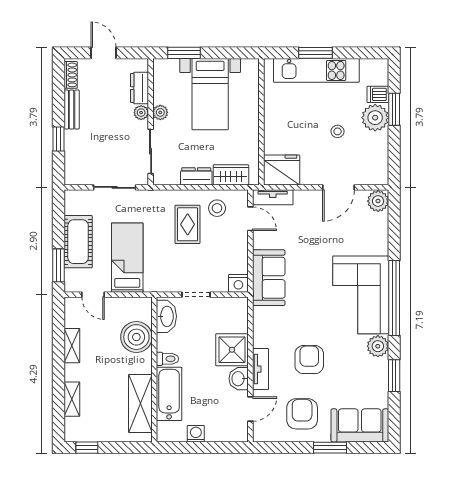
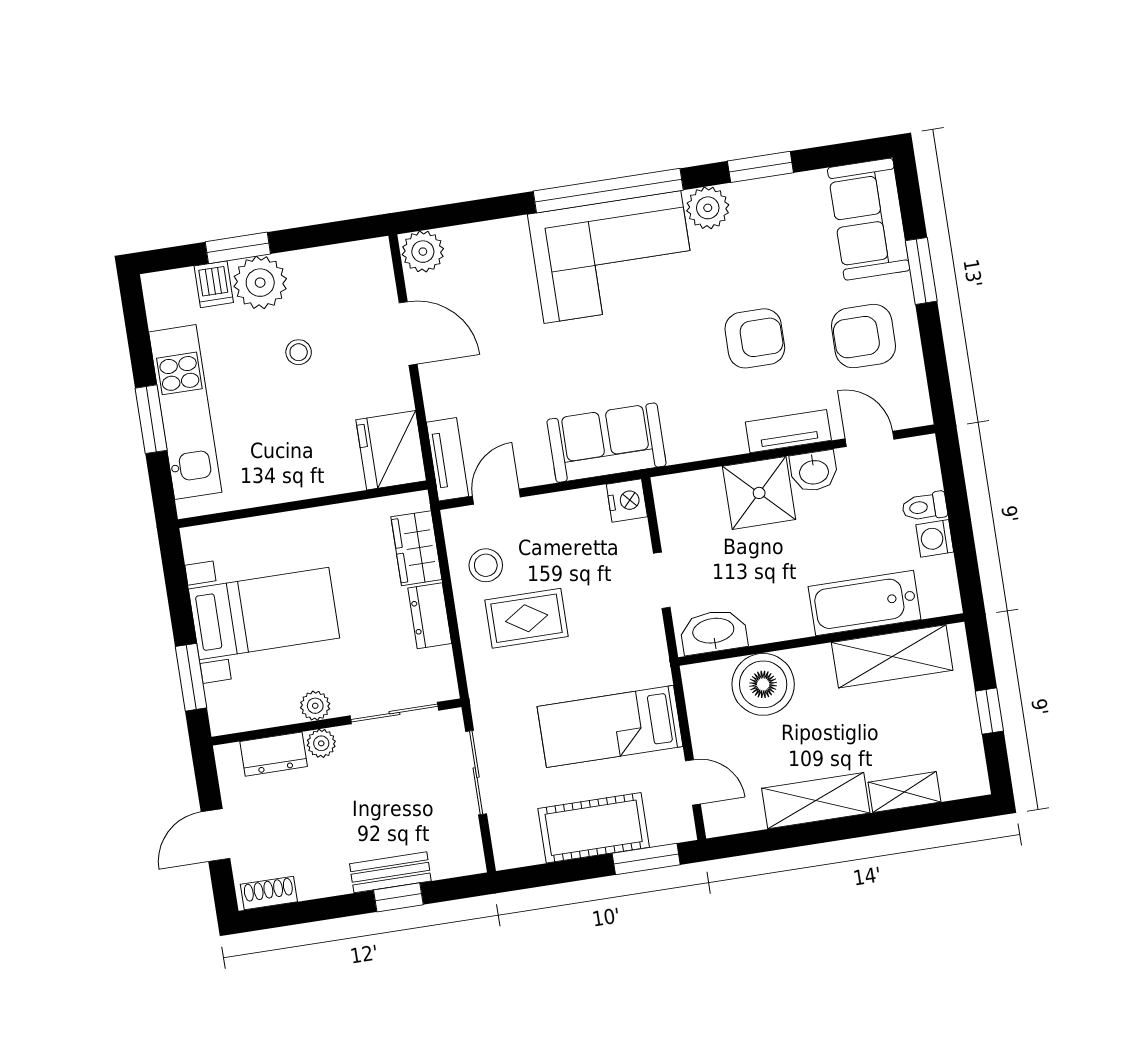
bench: (72, 110) -> (390, 872), moved
door: (93, 295) -> (693, 782), hinge flipped
shelving: (72, 346) -> (816, 801), width x1.50, depth x1.33
toilet: (167, 359) -> (925, 507), moved, turned -90
armchair: (309, 360) -> (755, 338), turned 180
window: (87, 448) -> (989, 711), moved

